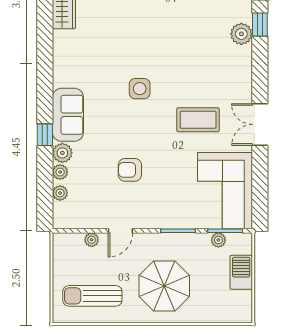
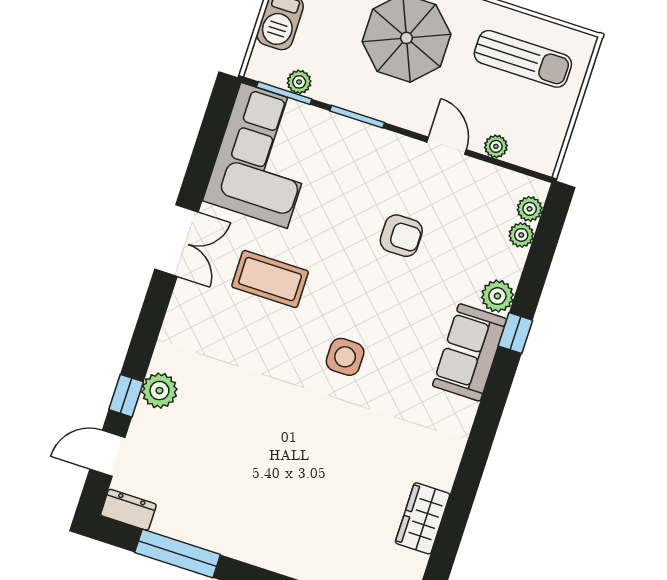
plant: (60, 172) -> (530, 209), moved
door: (120, 231) -> (447, 146), hinge flipped

